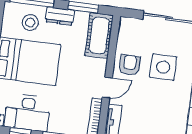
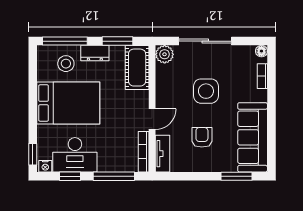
plant: (127, 26) -> (165, 54), added
armchair: (130, 65) -> (202, 137), moved

